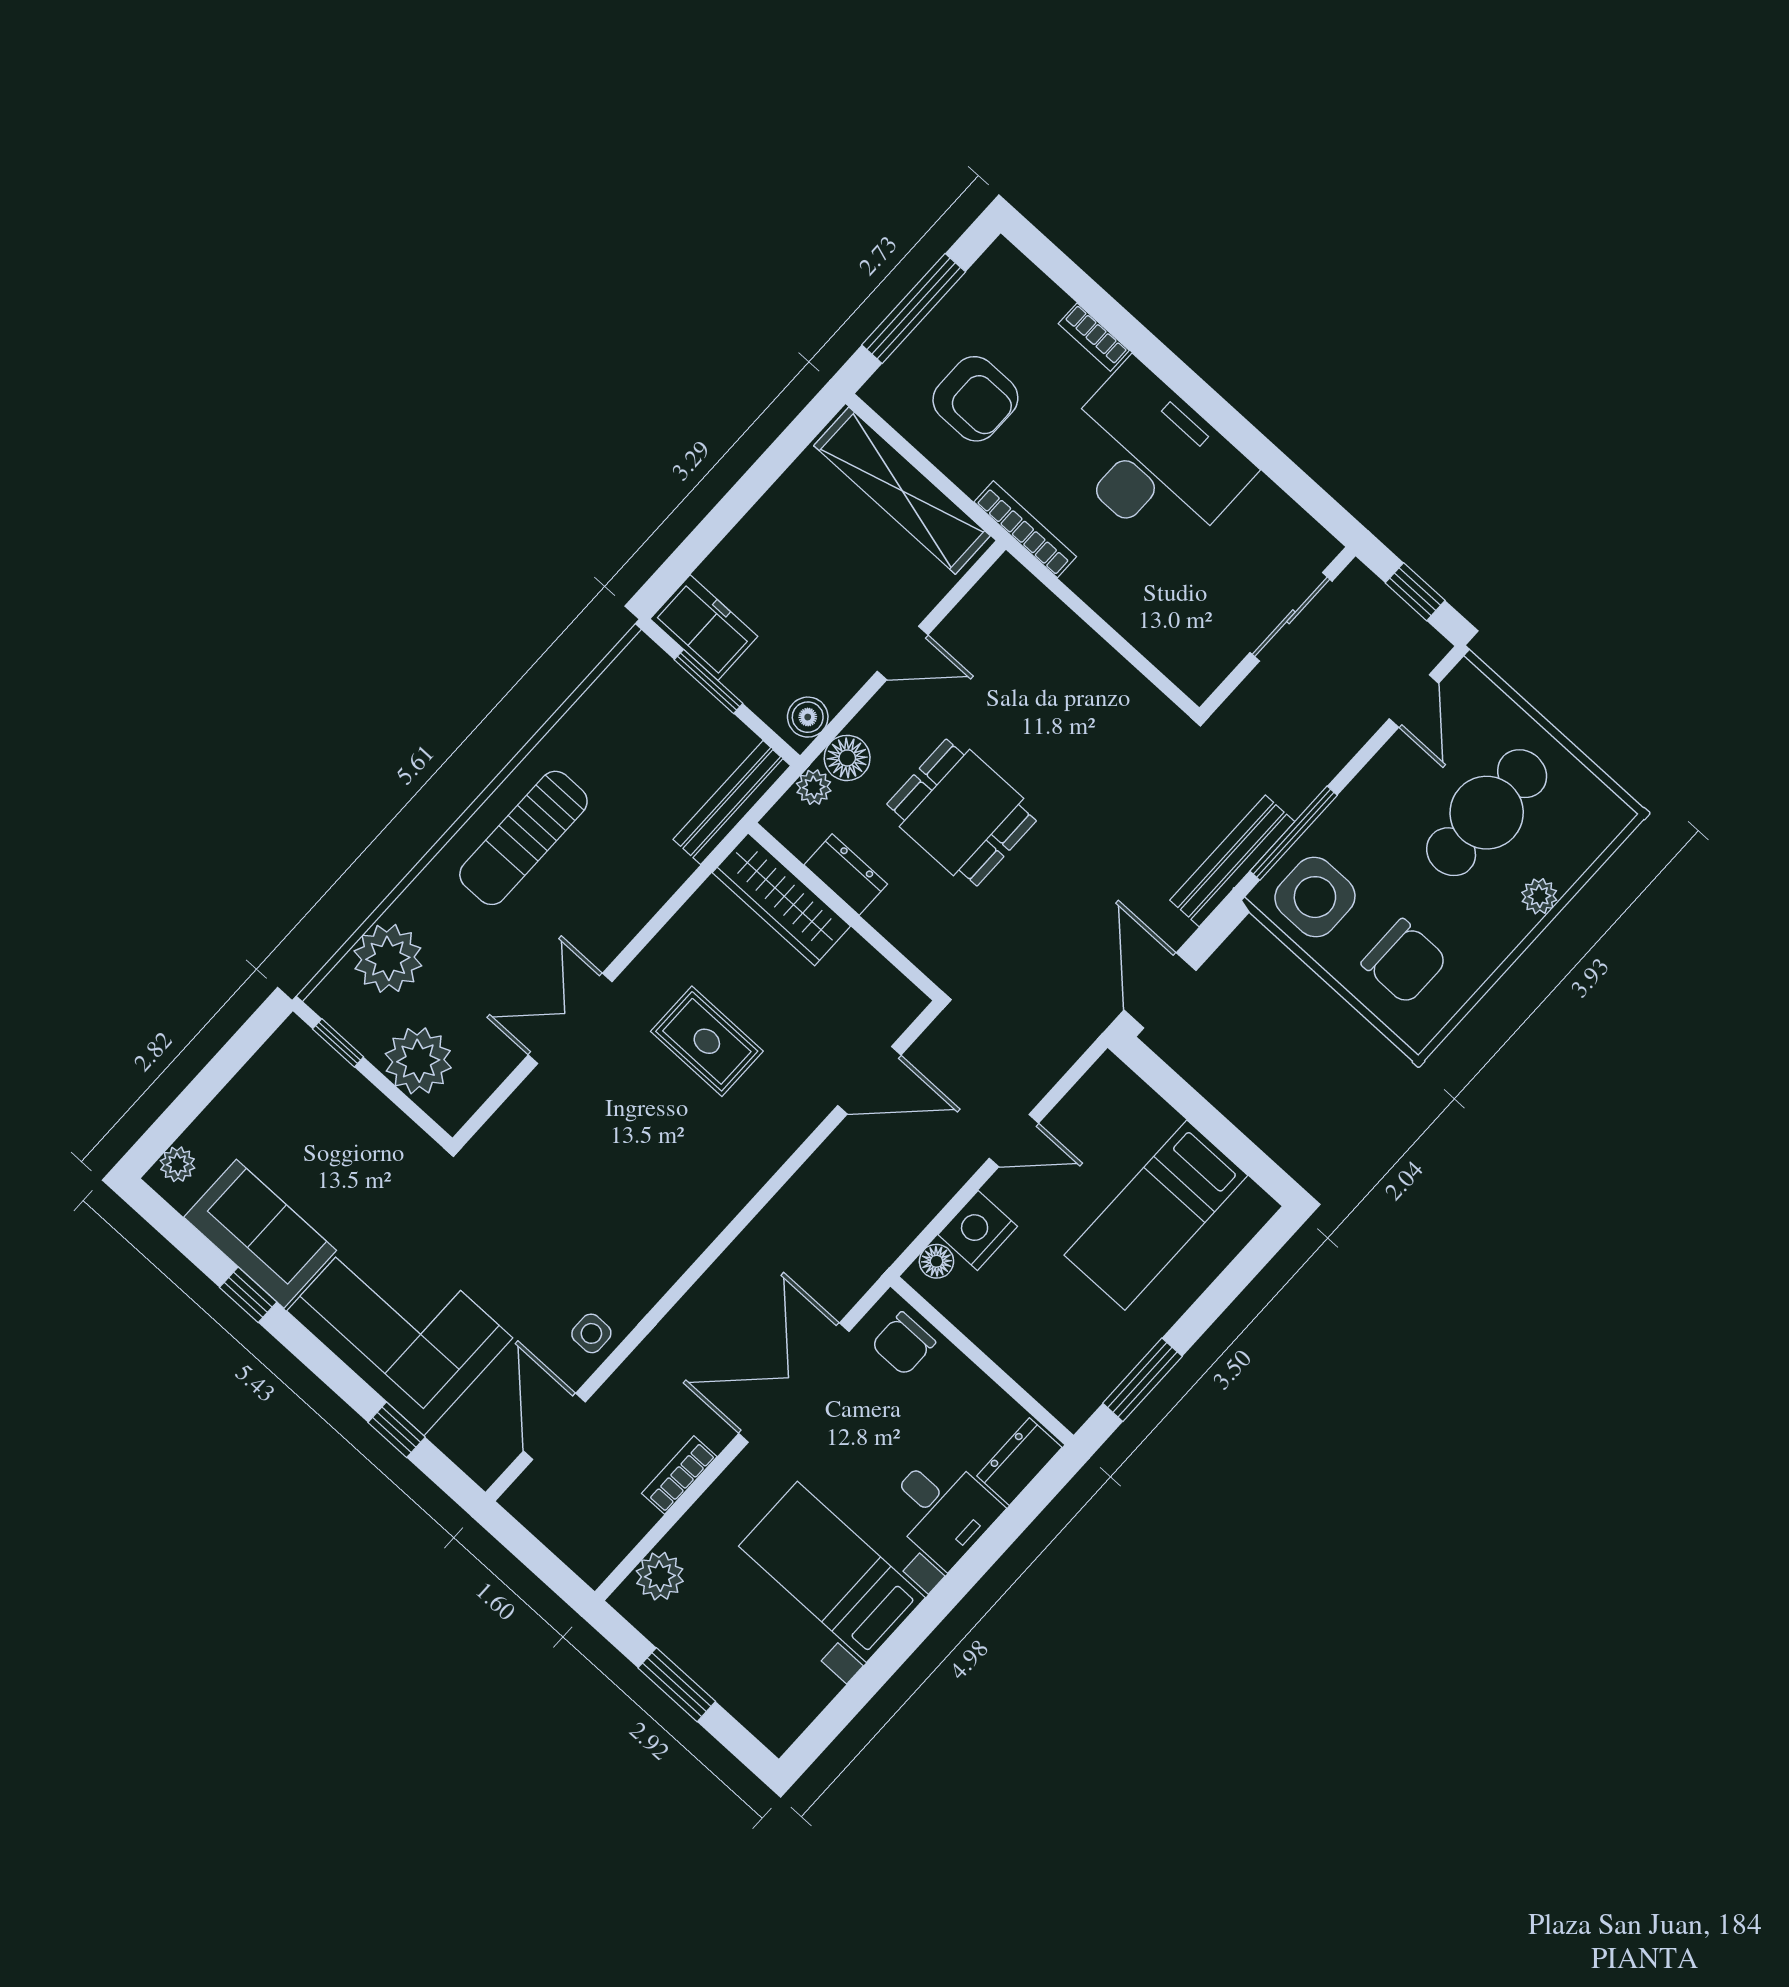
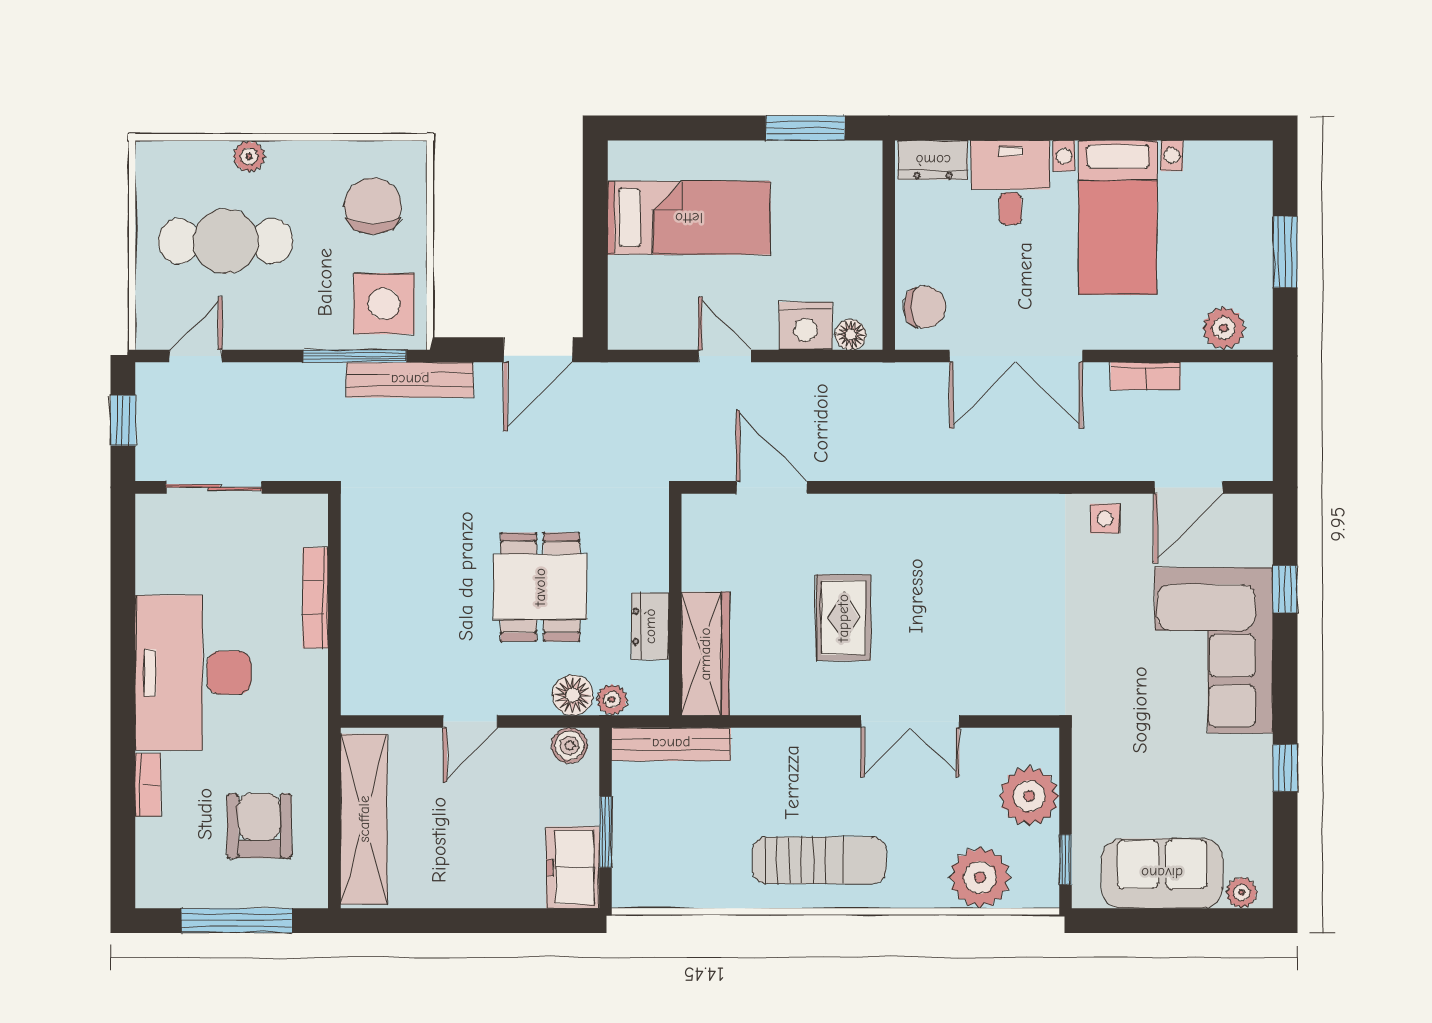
bookcase: (1025, 529) -> (315, 598), moved
door: (903, 653) -> (470, 721), swing flipped
sofa: (260, 1234) -> (1162, 873), moved, turned 90

